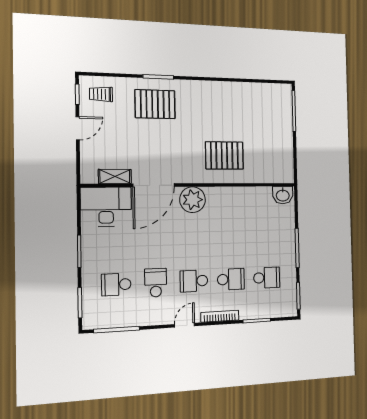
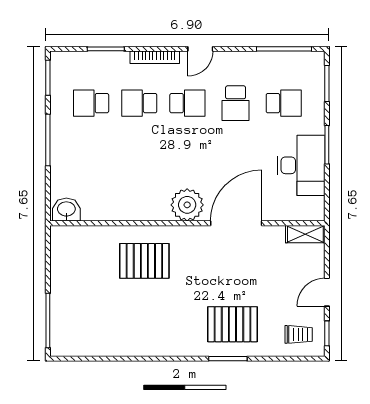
shelving: (115, 176) -> (305, 234), moved
desk: (106, 207) -> (301, 165), moved, turned -90

